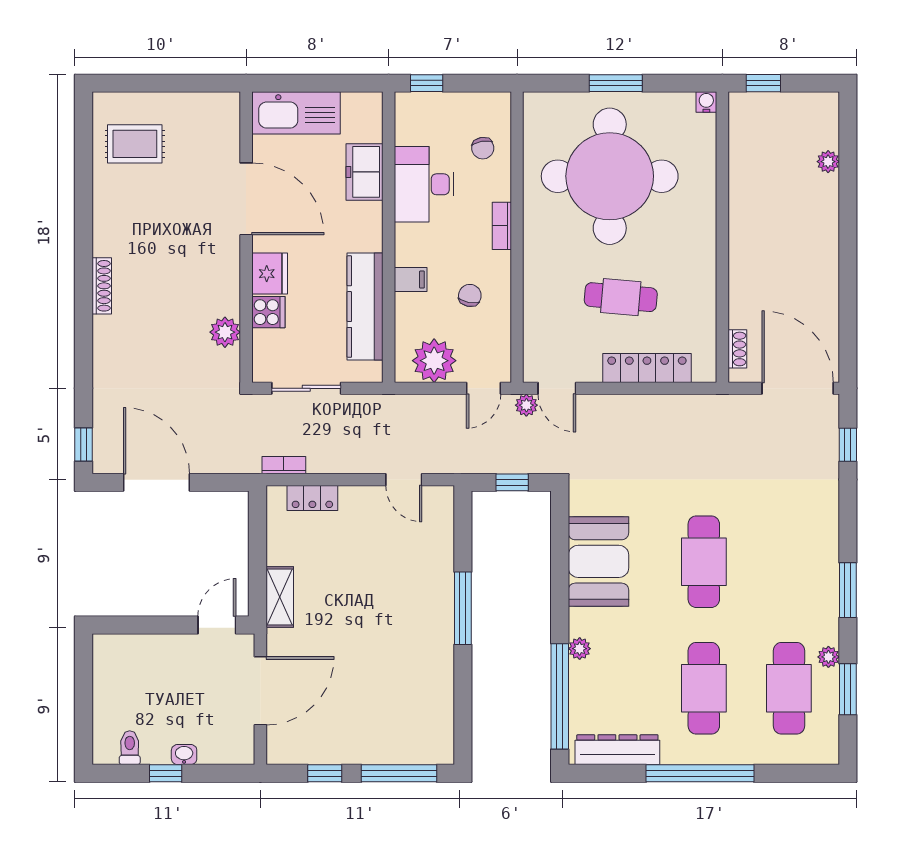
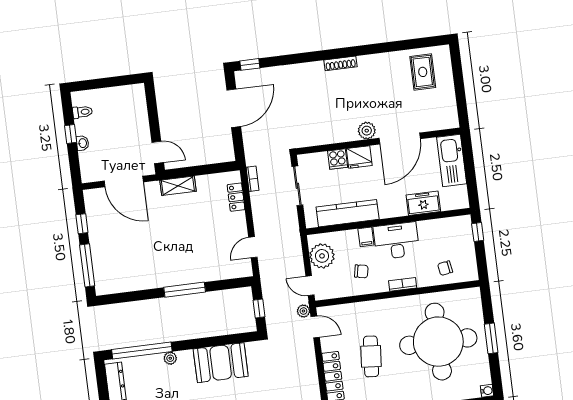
desk: (424, 184) -> (396, 241), moved
plant: (225, 332) -> (367, 131), moved
door: (557, 388) -> (315, 327), swing flipped

